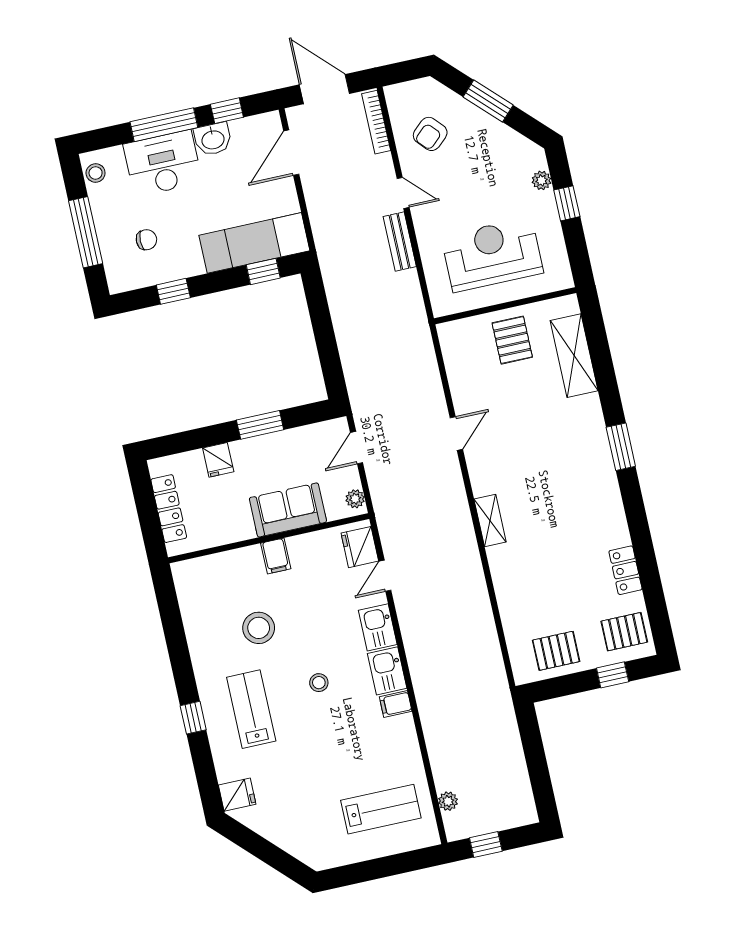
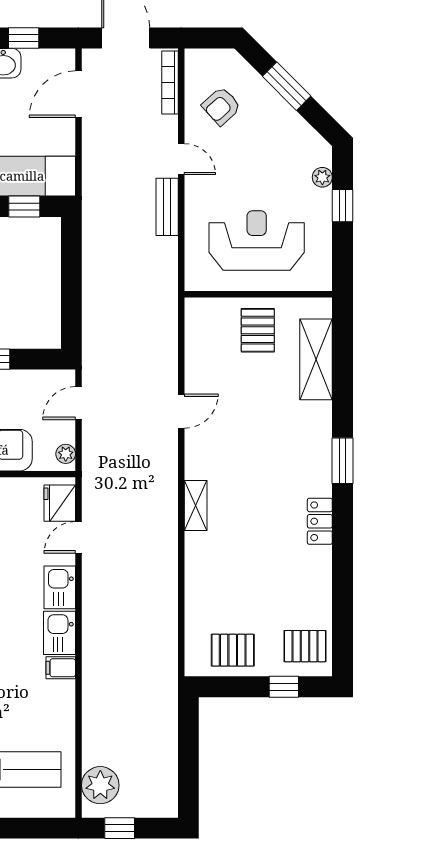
locker: (625, 570) -> (320, 521), moved
plant: (448, 801) -> (100, 785), width x1.87, depth x1.87

